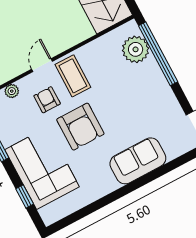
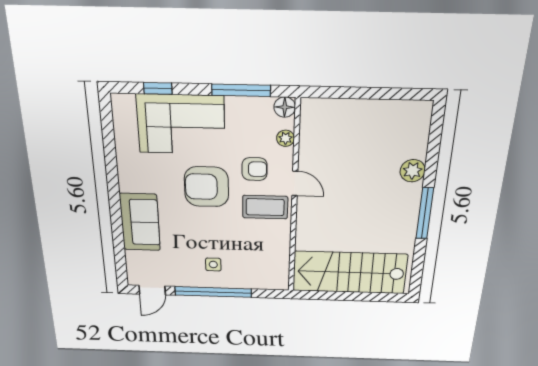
plant: (136, 49) -> (257, 276), removed
window: (158, 54) -> (213, 292), moved
side table: (144, 88) -> (213, 265), added

